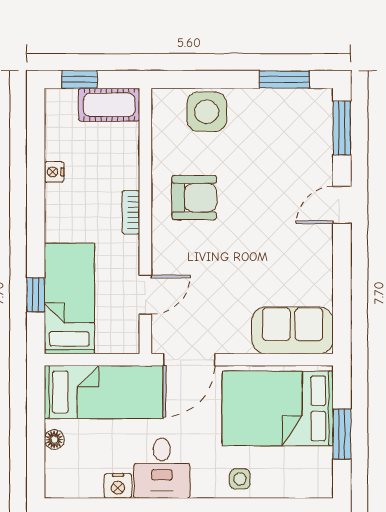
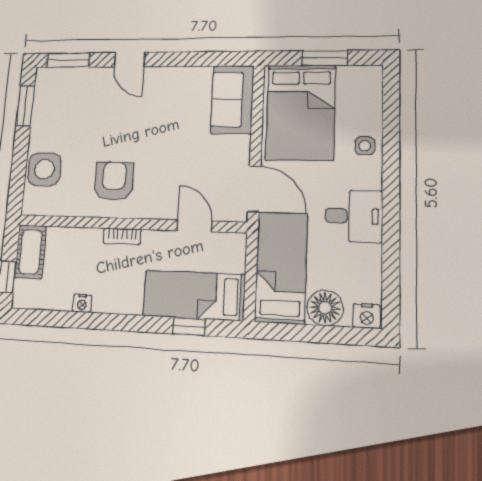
floor lamp: (54, 440) -> (325, 308), width x1.89, depth x1.89
nightstand: (118, 486) -> (367, 316), moved, turned 90

